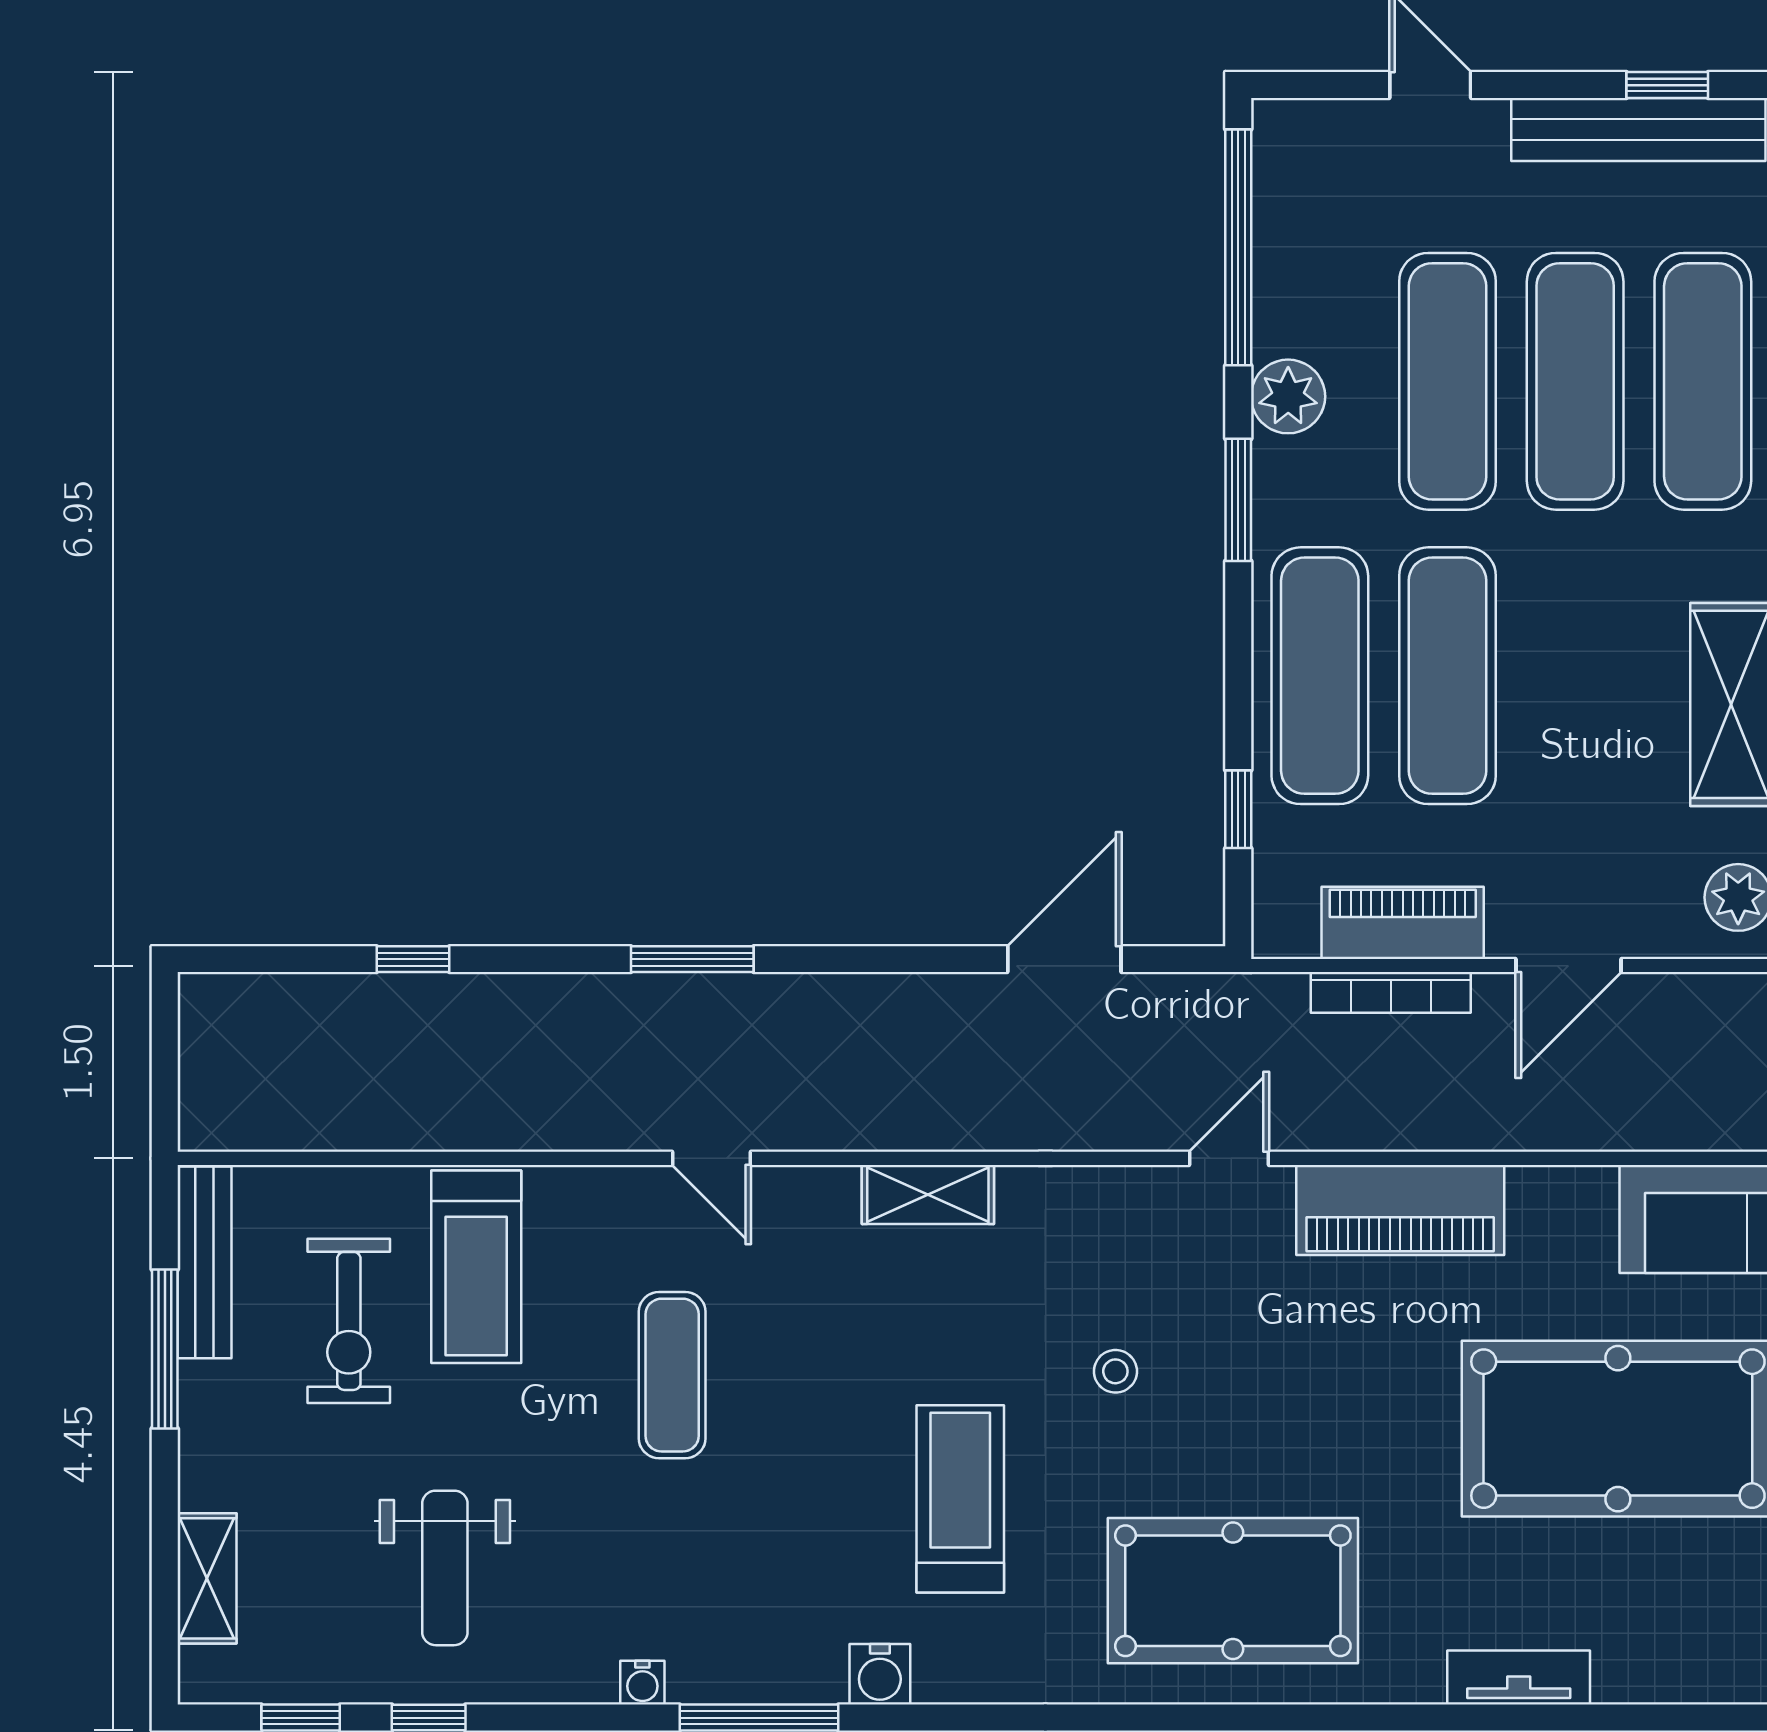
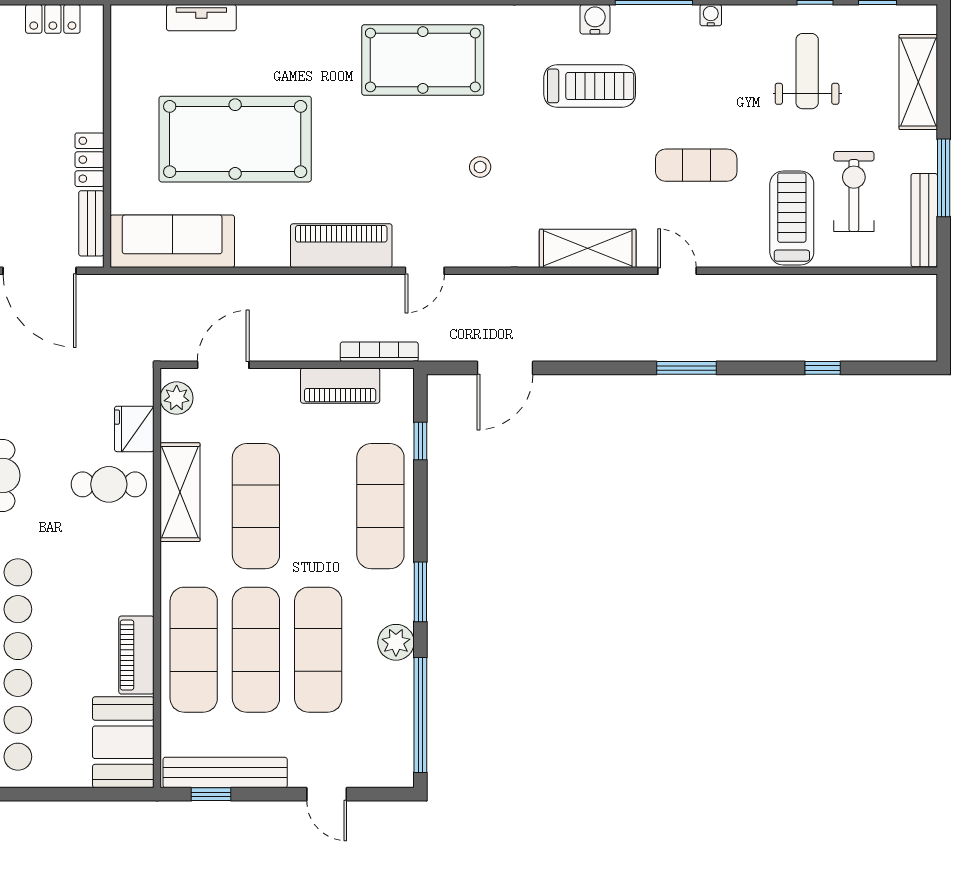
exercise mat: (1447, 676) -> (256, 506), moved
door: (1569, 966) -> (223, 365), moved
bookcase: (1391, 992) -> (379, 352), moved
shelving: (928, 1194) -> (588, 248), width x1.50, depth x1.33
exercise mat: (672, 1375) -> (696, 165), turned 90
treadmill: (960, 1499) -> (590, 86), moved, turned -90
shelving: (207, 1578) -> (918, 82), width x1.50, depth x1.33
tv unit: (1519, 1677) -> (201, 18), moved

